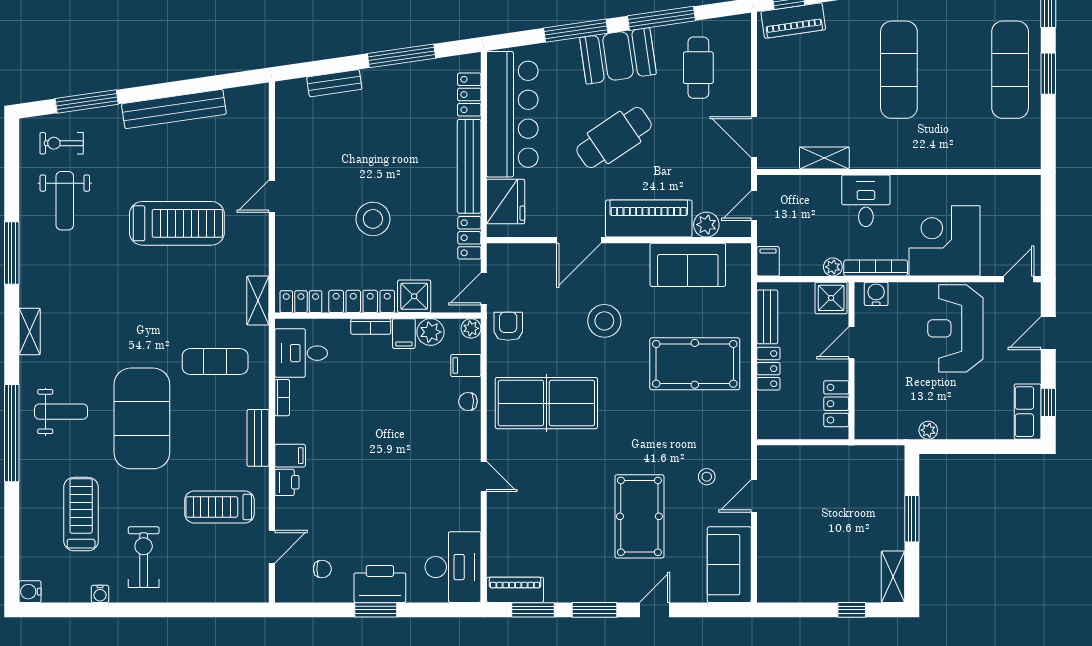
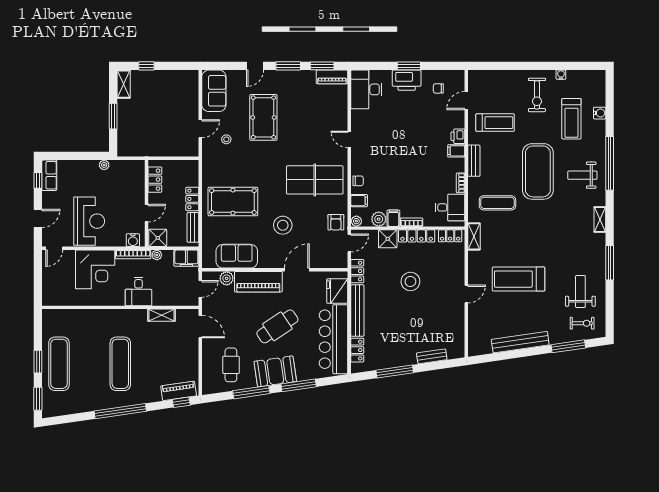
filing cabinet: (768, 261) -> (186, 258), width x2.00
water cooler: (30, 592) -> (600, 113), moved

